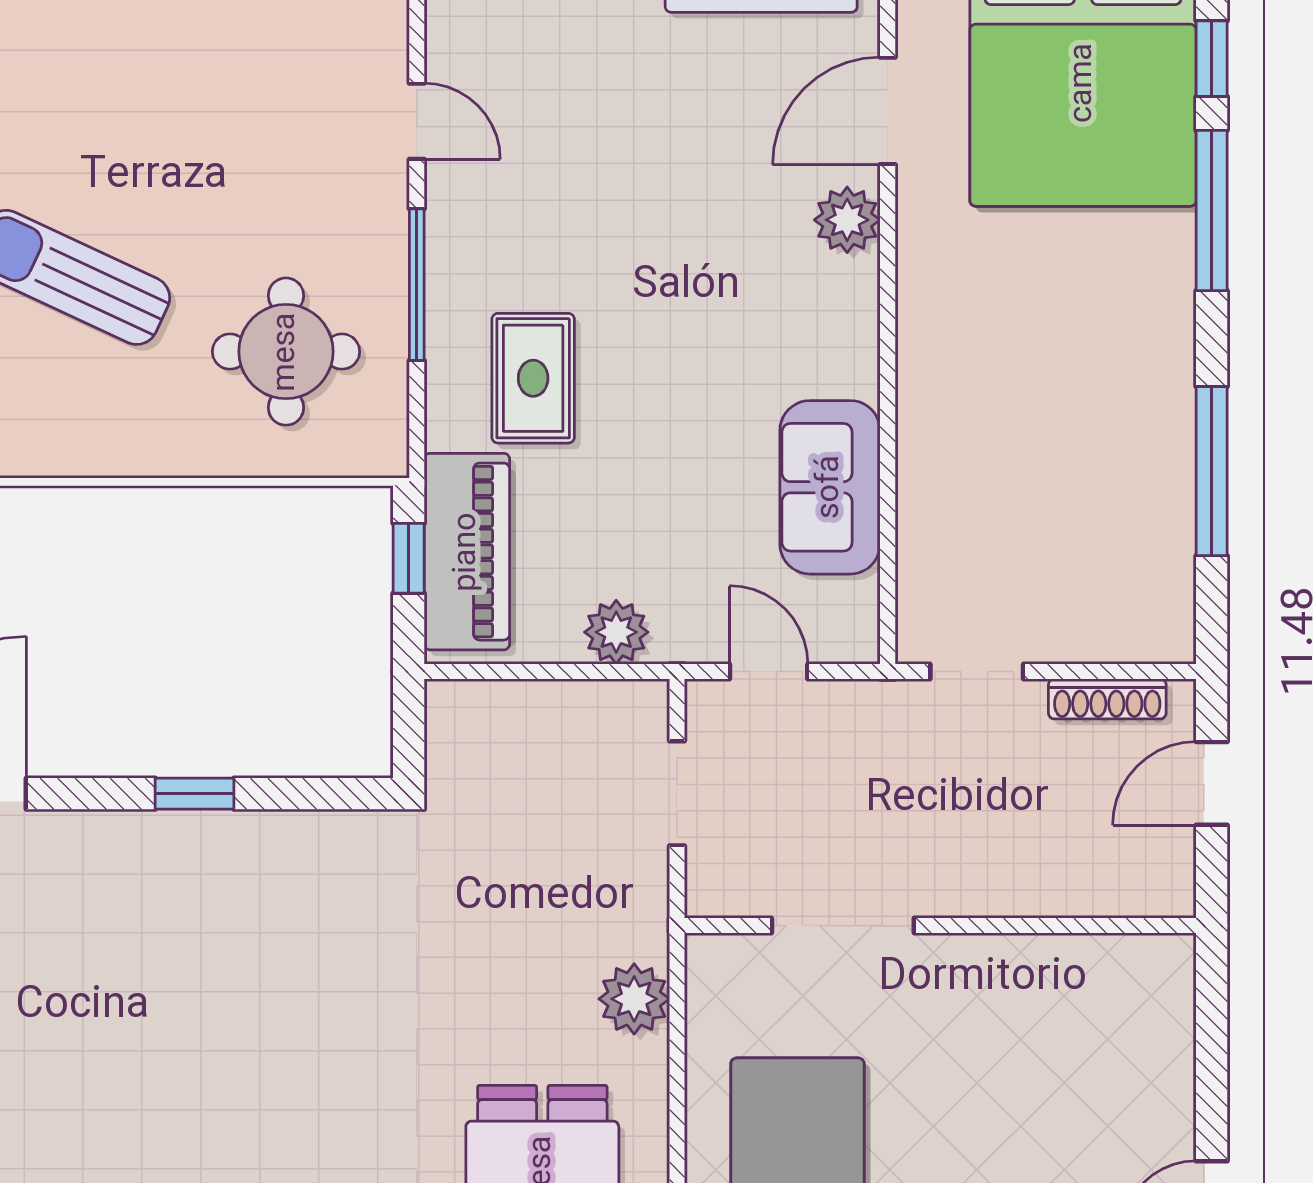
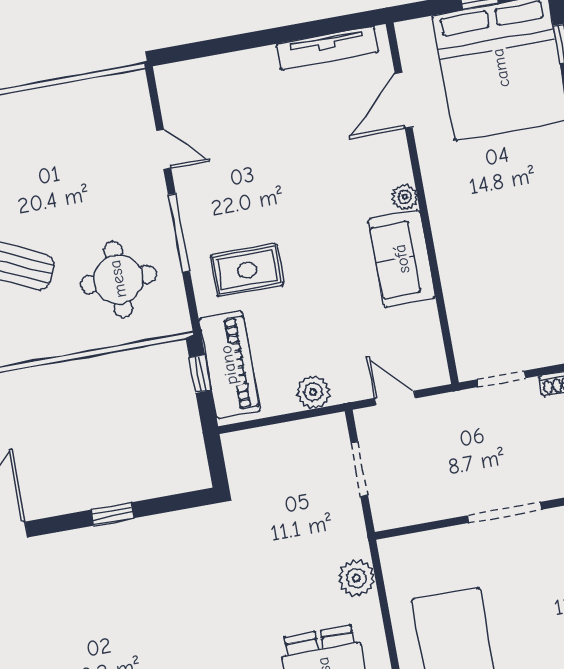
plant: (847, 220) -> (405, 197), moved, width x0.73, depth x0.73
rug: (533, 378) -> (247, 270), turned 90
sofa: (830, 487) -> (402, 259), moved
doorway: (843, 926) -> (504, 512), moved

